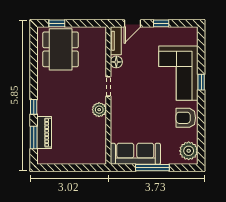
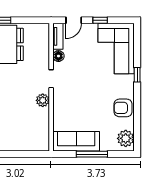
corner sofa: (178, 73) -> (116, 49), moved

